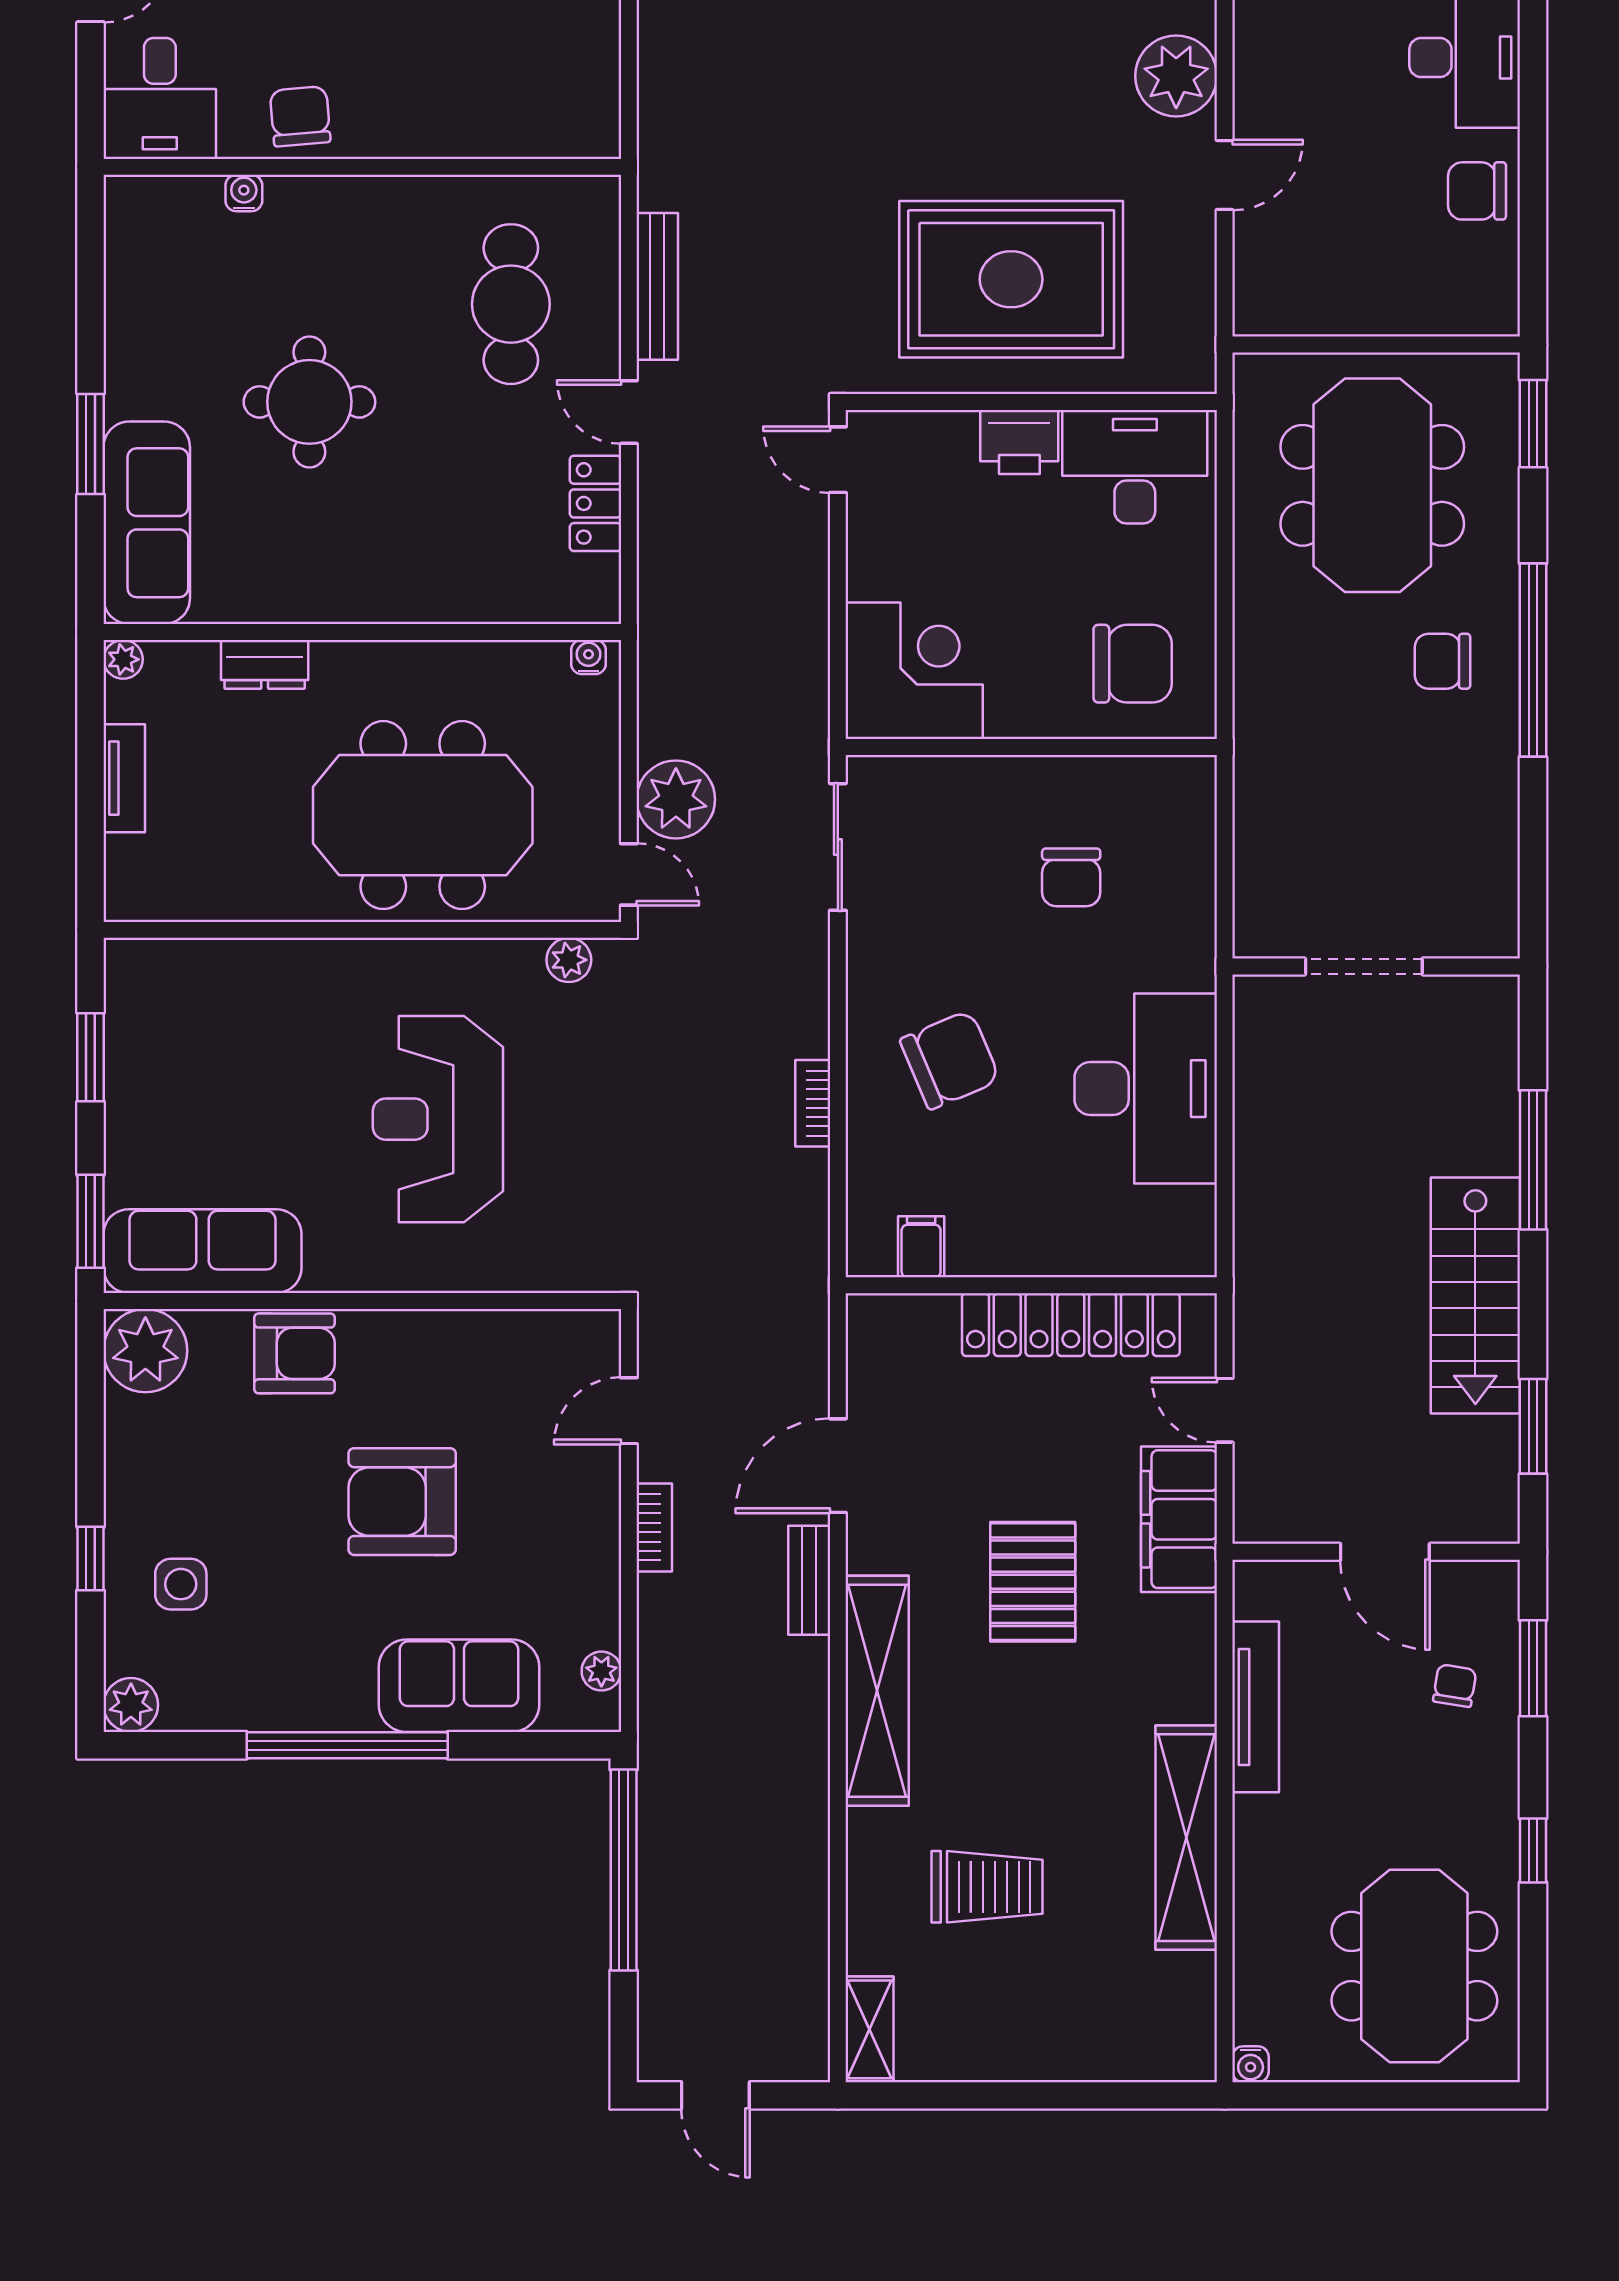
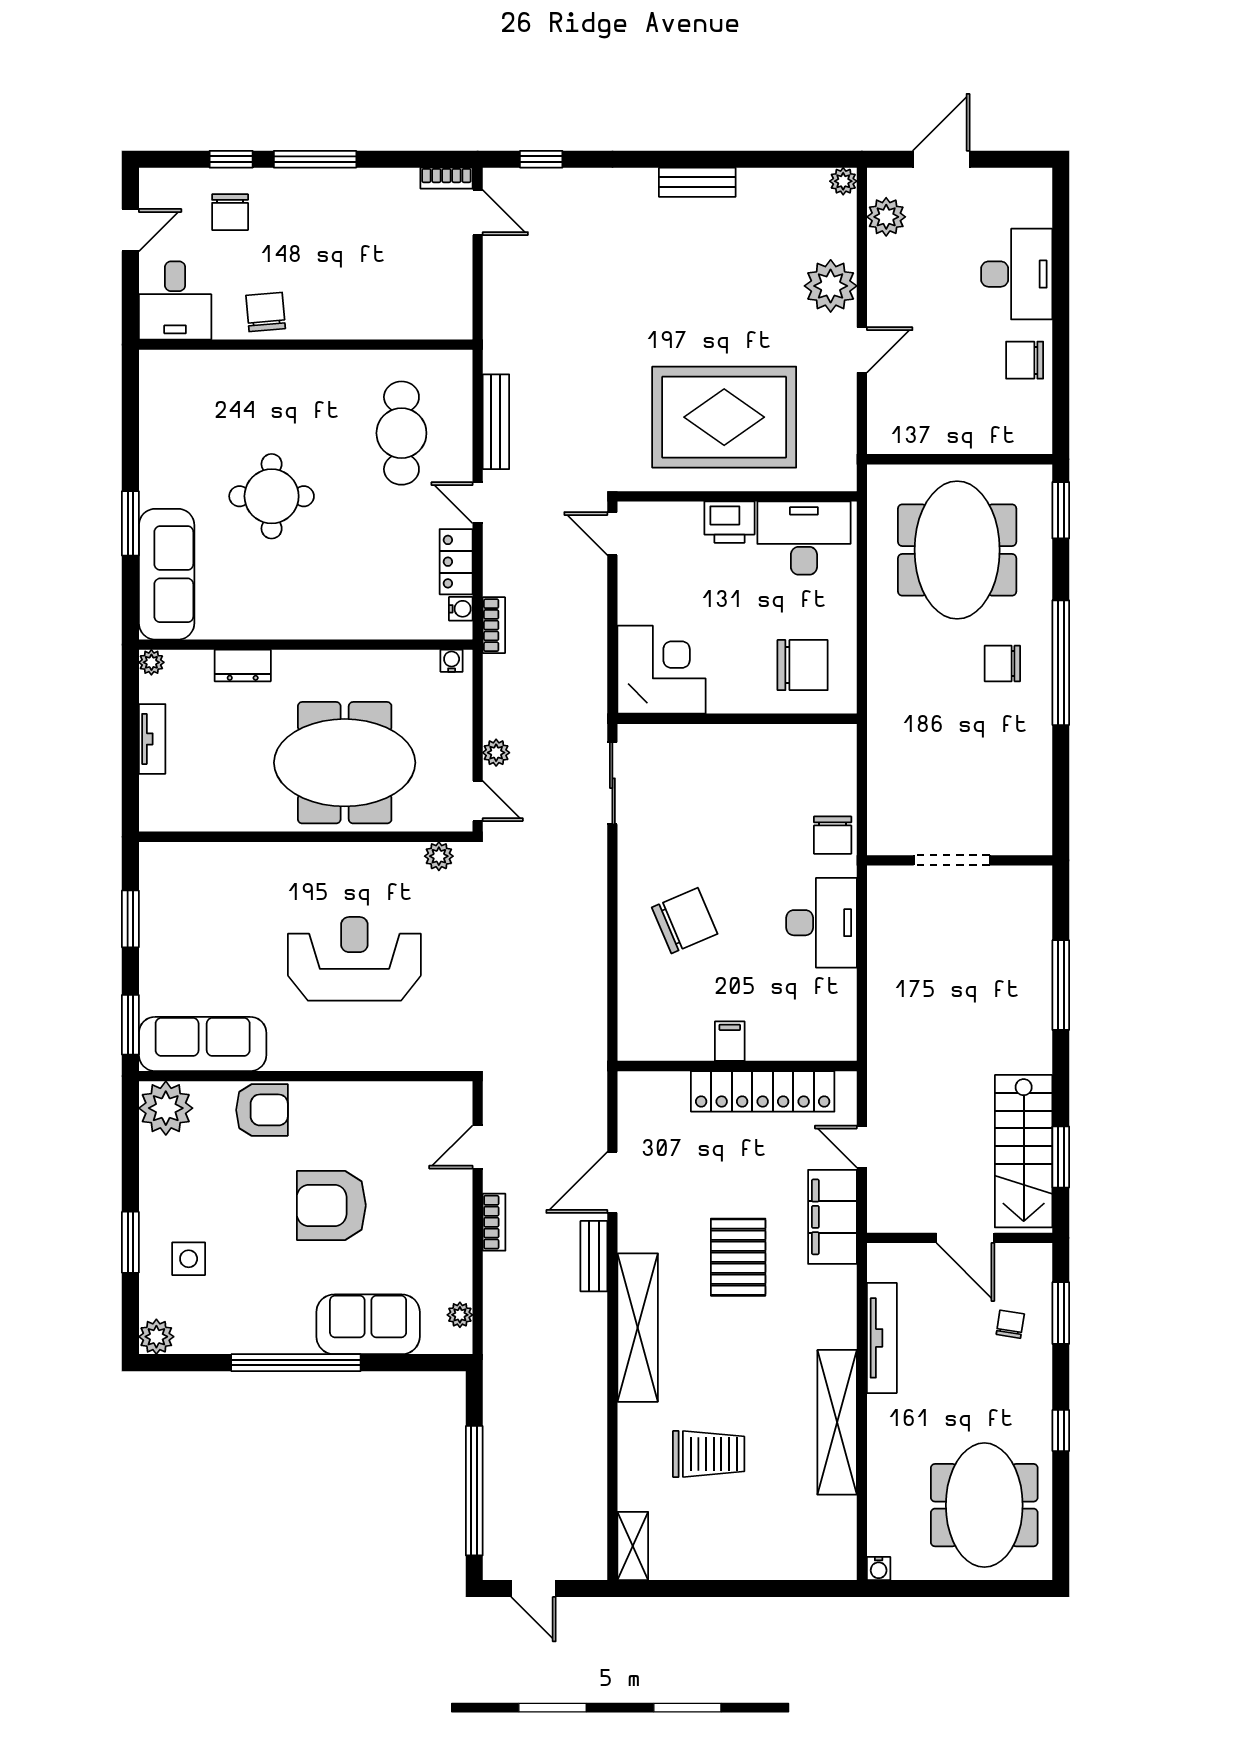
water cooler: (244, 193) -> (461, 609), moved, turned 90
plant: (676, 799) -> (496, 753), width x0.53, depth x0.53
chair: (1071, 877) -> (833, 835), moved
desk: (1146, 1089) -> (822, 923), width x0.73, depth x0.77
bookcase: (813, 1103) -> (494, 625), moved, turned 180
reception desk: (438, 1119) -> (354, 959), turned 90
filing cabinet: (921, 1247) -> (730, 1041), moved
stairs: (1475, 1295) -> (1024, 1151), moved
window: (91, 1559) -> (130, 1242), width x1.50
window: (624, 1870) -> (474, 1491), moved

